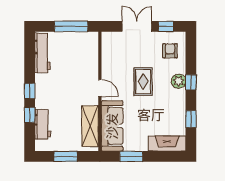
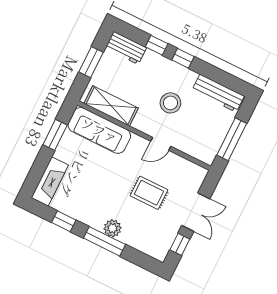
armchair: (170, 51) -> (151, 235), removed
rug: (143, 82) -> (149, 193), moved
window: (191, 82) -> (104, 241), width x2.17
stool: (67, 84) -> (170, 103), added
door: (100, 88) -> (161, 144), moved
workbench: (43, 124) -> (126, 48), moved

